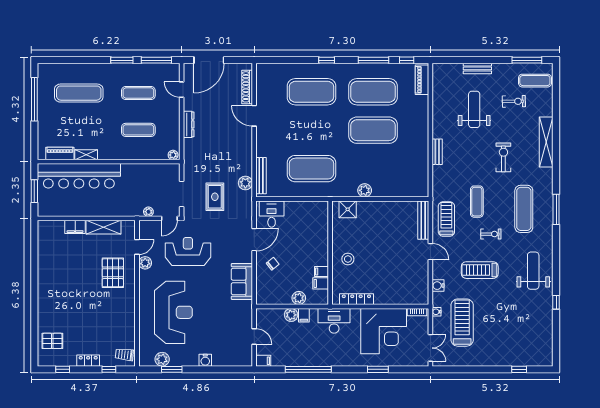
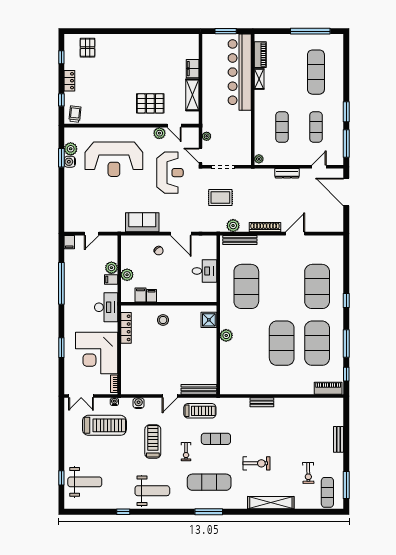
shoe rack: (247, 87) -> (265, 227), moved
weight bench: (474, 109) -> (85, 482), moved
desk: (272, 214) -> (204, 271), moved
water cooler: (205, 360) -> (70, 162), moved

